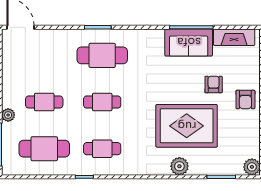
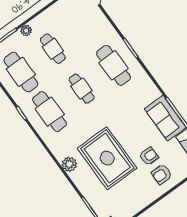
armchair: (245, 99) -> (162, 174), moved
cafe table: (102, 149) -> (50, 112), width x1.37, depth x1.35
plant: (179, 166) -> (69, 164), moved

